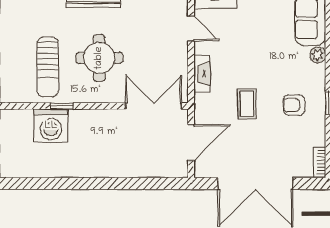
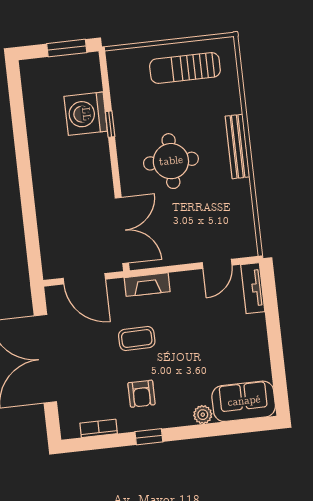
sun lounger: (48, 67) -> (185, 68), moved
fireplace: (202, 74) -> (147, 285), moved
armchair: (294, 105) -> (141, 394), turned 180
bookcase: (320, 162) -> (99, 428), moved

